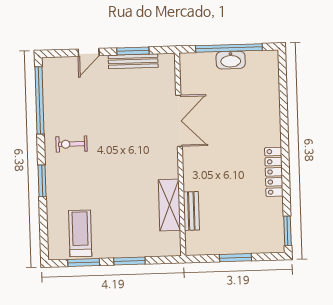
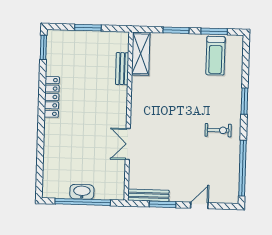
bench: (133, 61) -> (148, 195), moved
double door: (179, 121) -> (128, 144), width x0.73
shelving: (169, 205) -> (141, 54), moved

